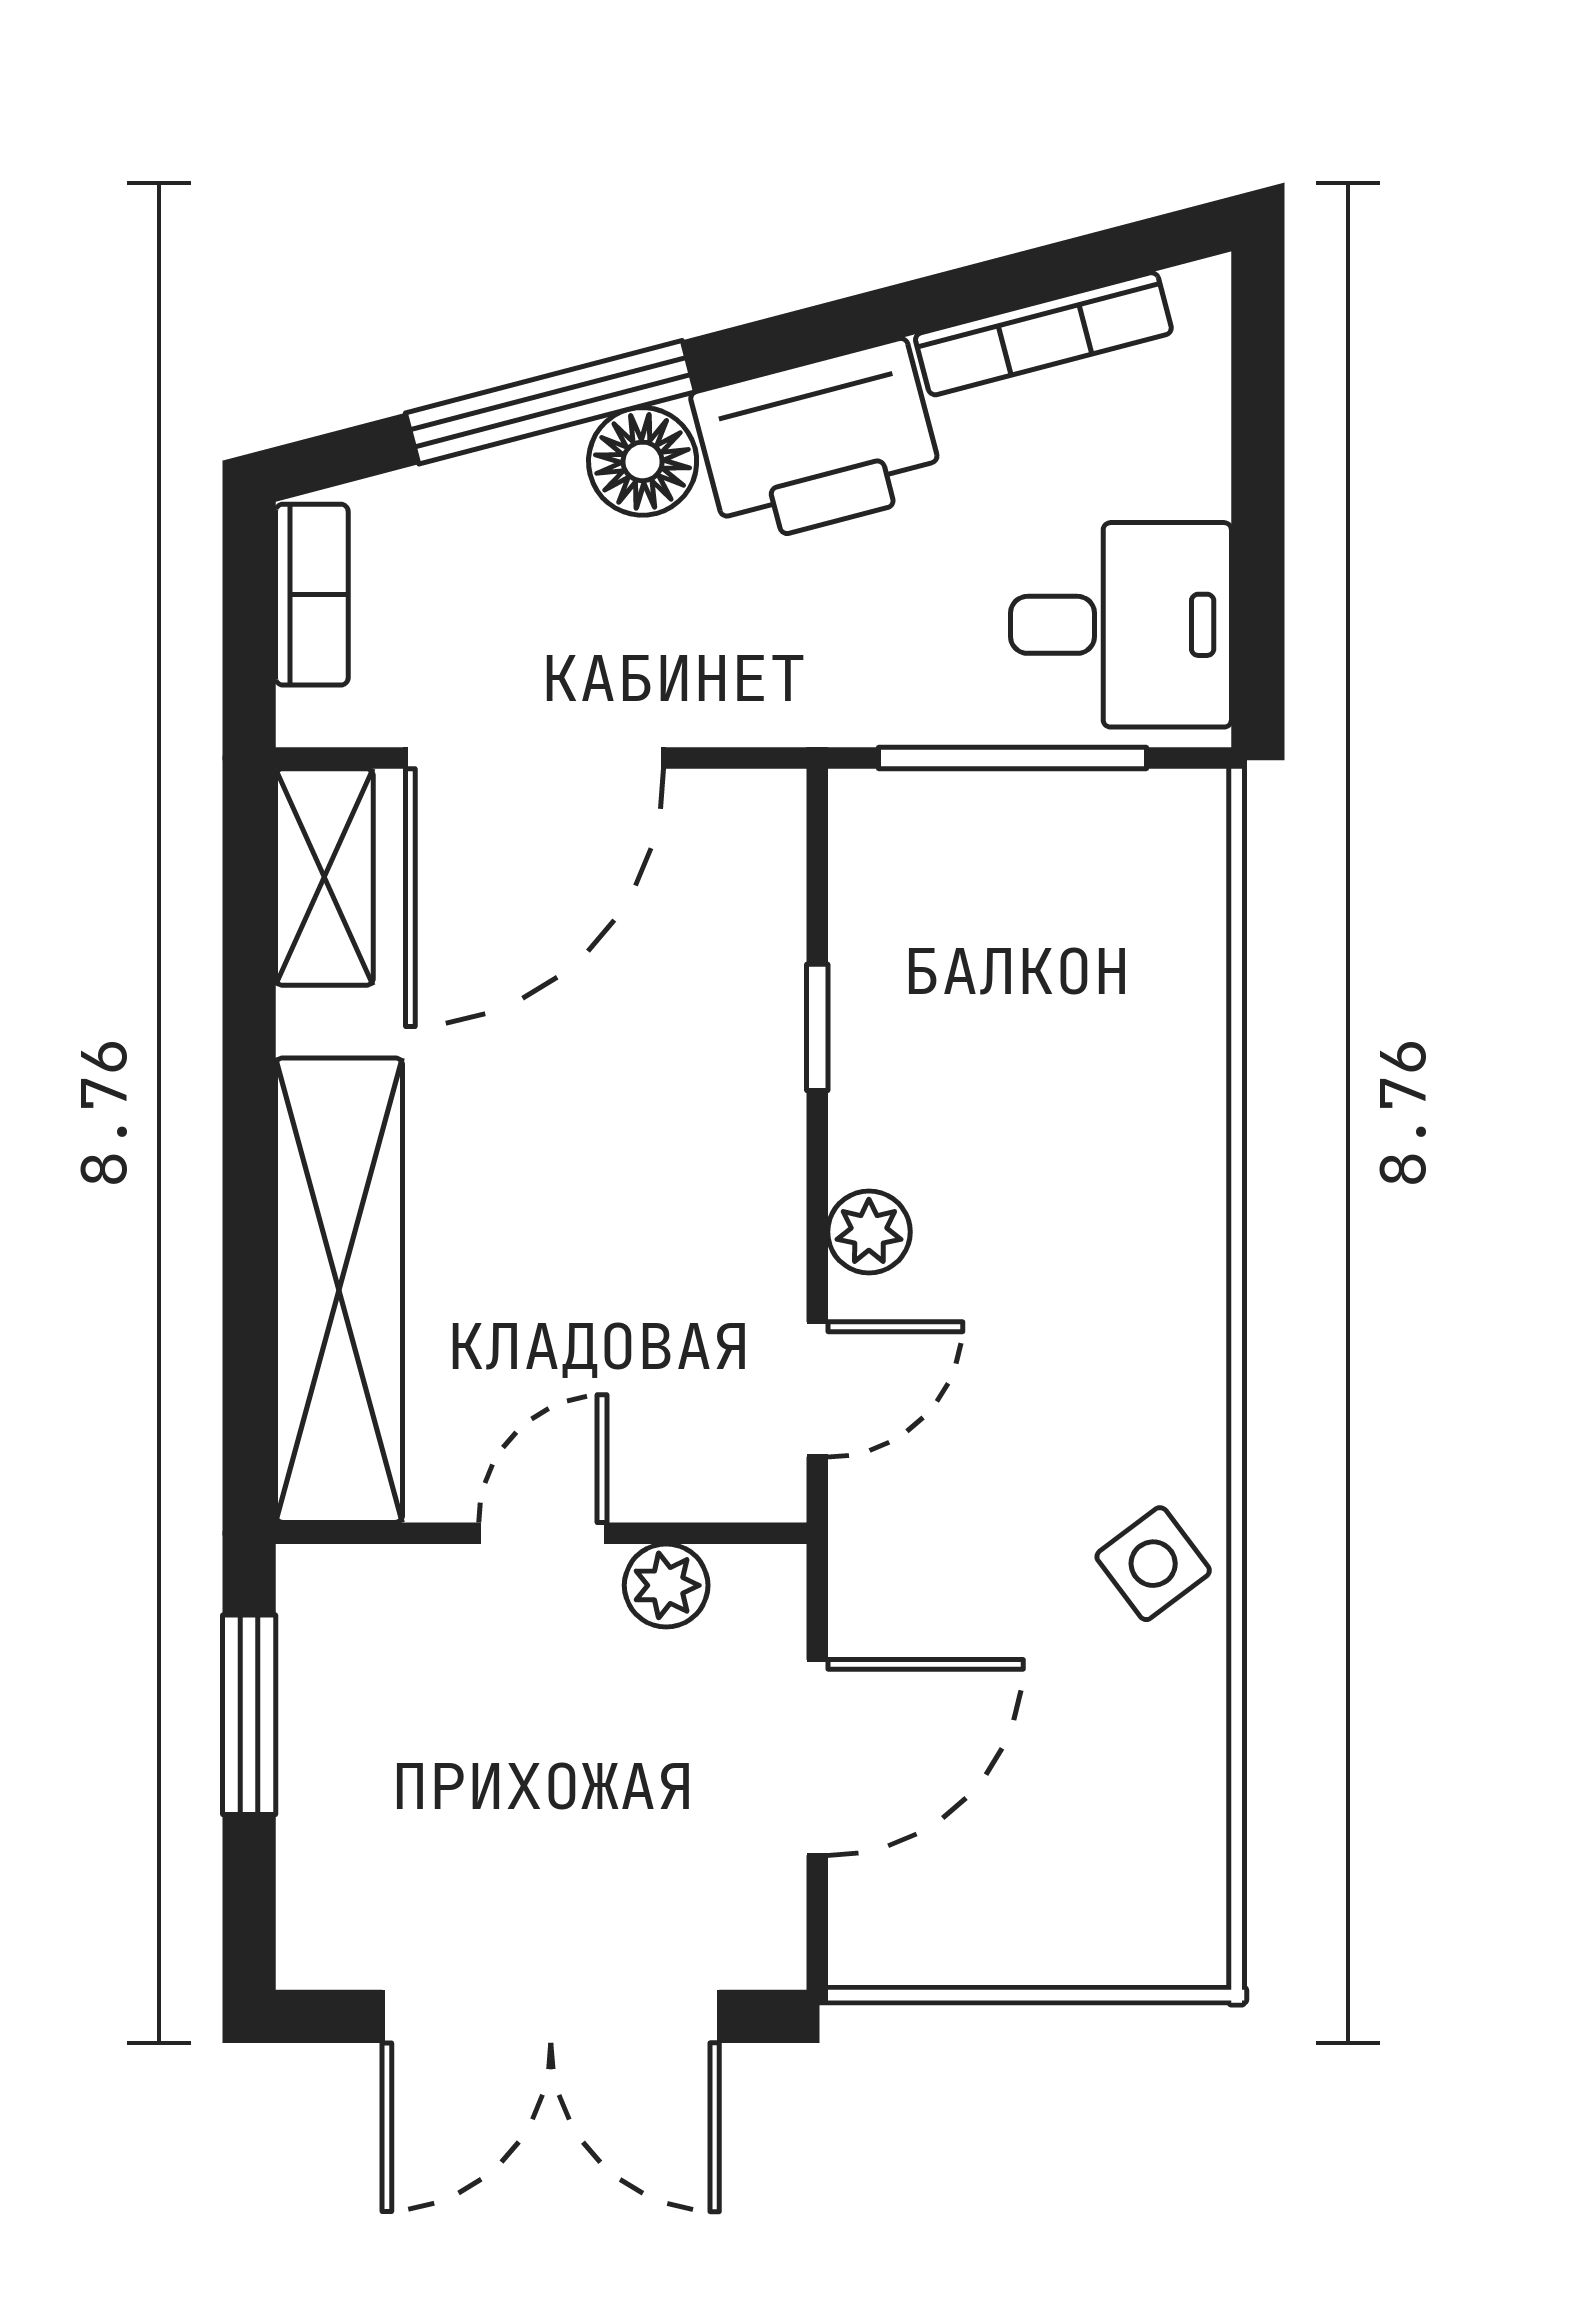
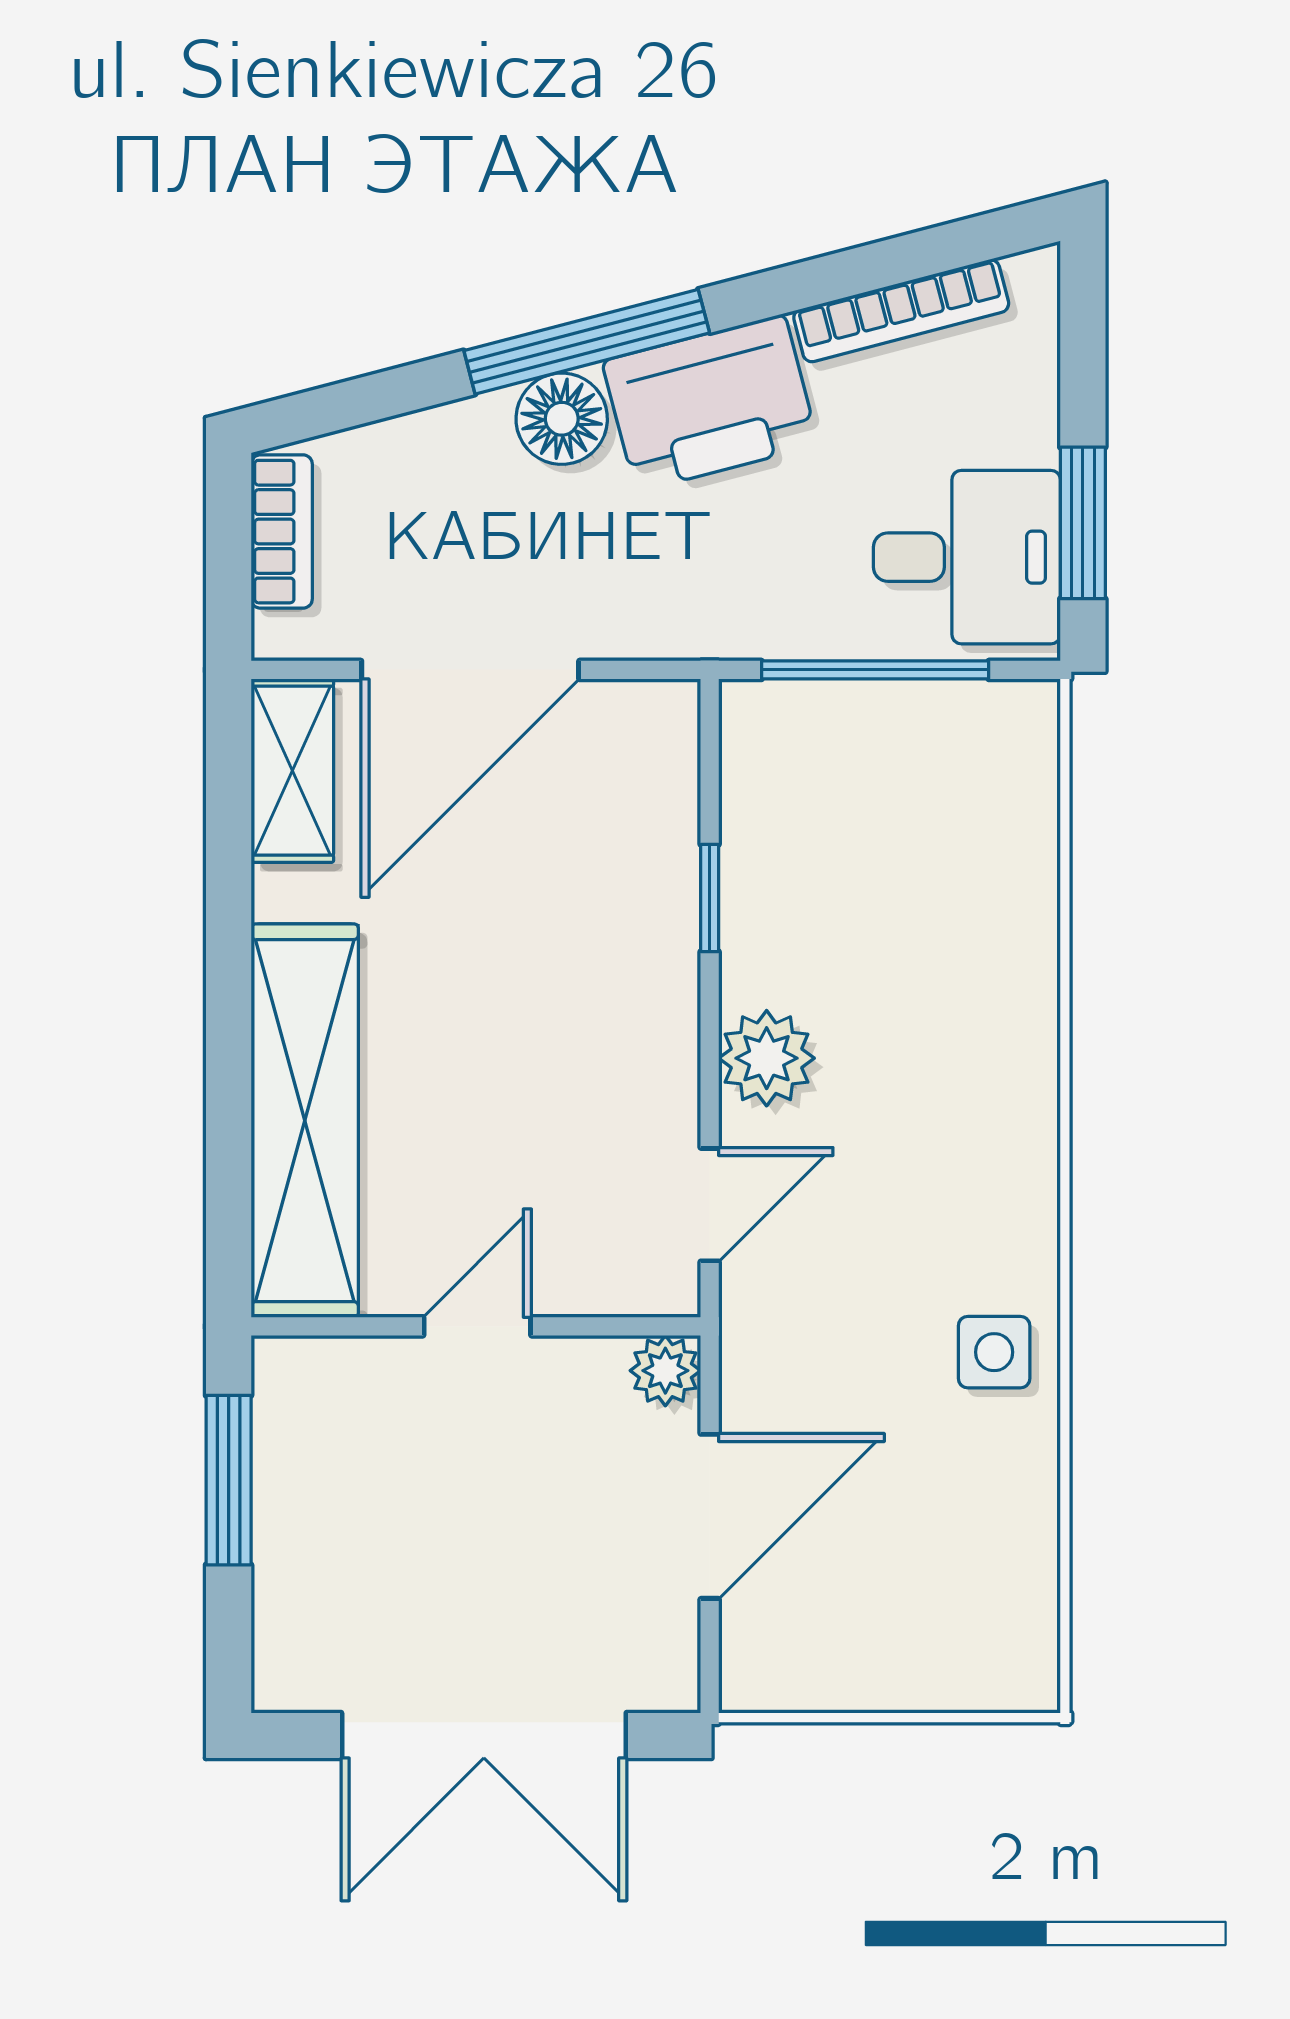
window: (550, 402) -> (587, 342), moved
window: (1258, 584) -> (1083, 523), added
plant: (869, 1232) -> (767, 1058), width x1.38, depth x1.38
side table: (1153, 1564) -> (994, 1352), turned 37
plant: (666, 1585) -> (665, 1371), moved

